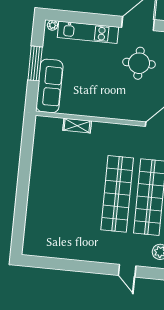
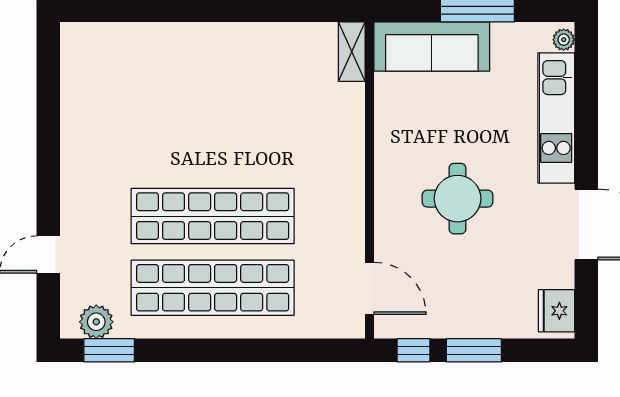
round table: (139, 63) -> (458, 199), moved
shelving: (77, 126) -> (352, 52), moved

